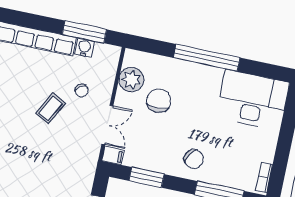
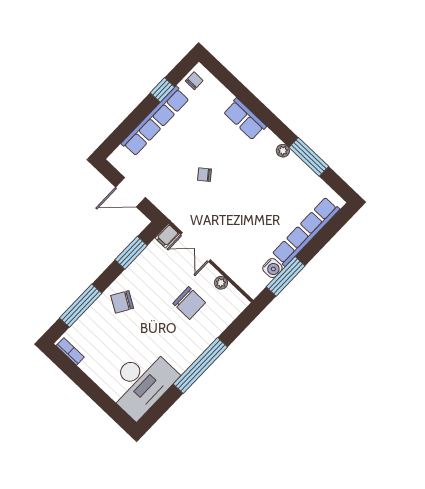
plant: (131, 80) -> (221, 283), width x0.53, depth x0.53
chair: (82, 91) -> (205, 175), moved
coffee table: (51, 108) -> (239, 208), removed

